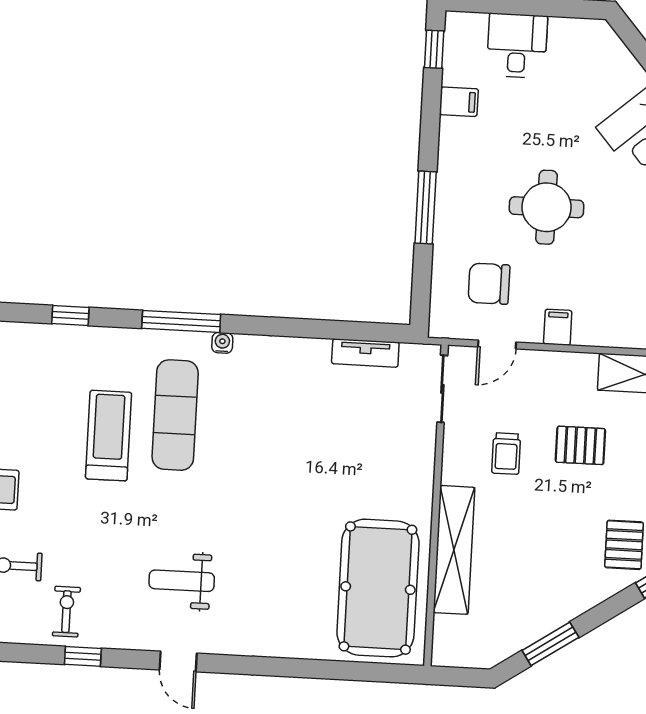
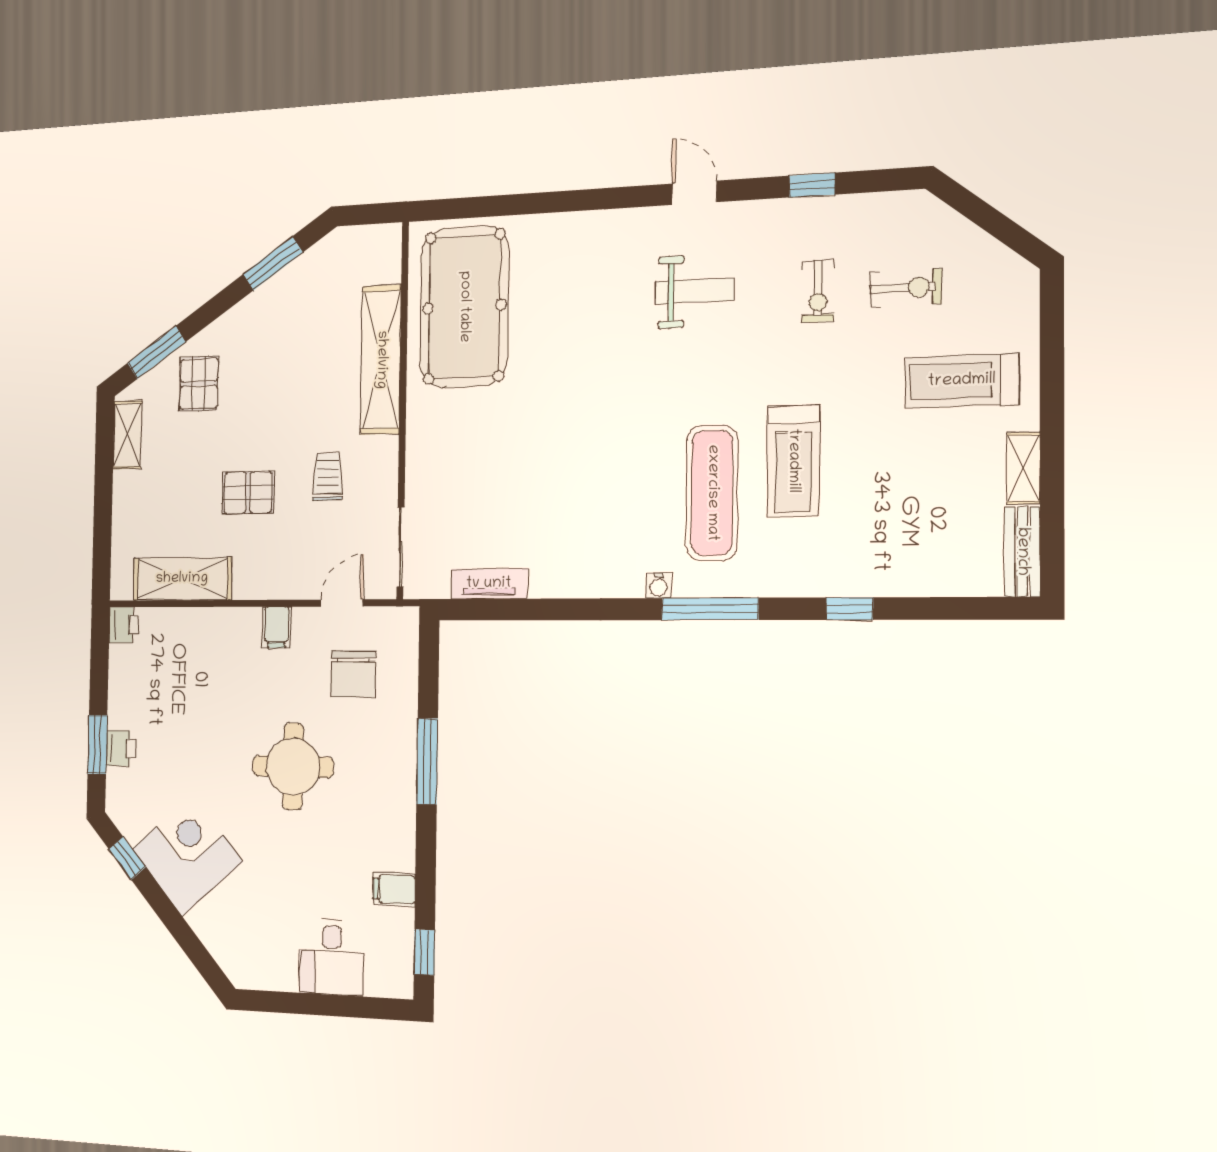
chair: (489, 284) -> (353, 674), turned 90
exercise bike: (66, 612) -> (818, 291), moved

